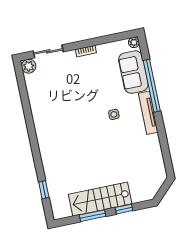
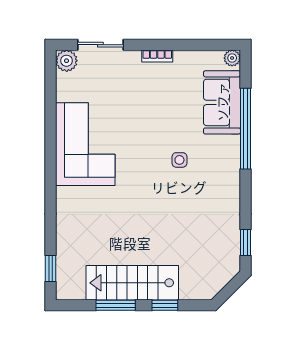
tv unit: (148, 113) -> (232, 168), removed
corner sofa: (52, 117) -> (85, 144), added
window: (167, 158) -> (245, 242), added
window: (44, 190) -> (50, 268), moved

